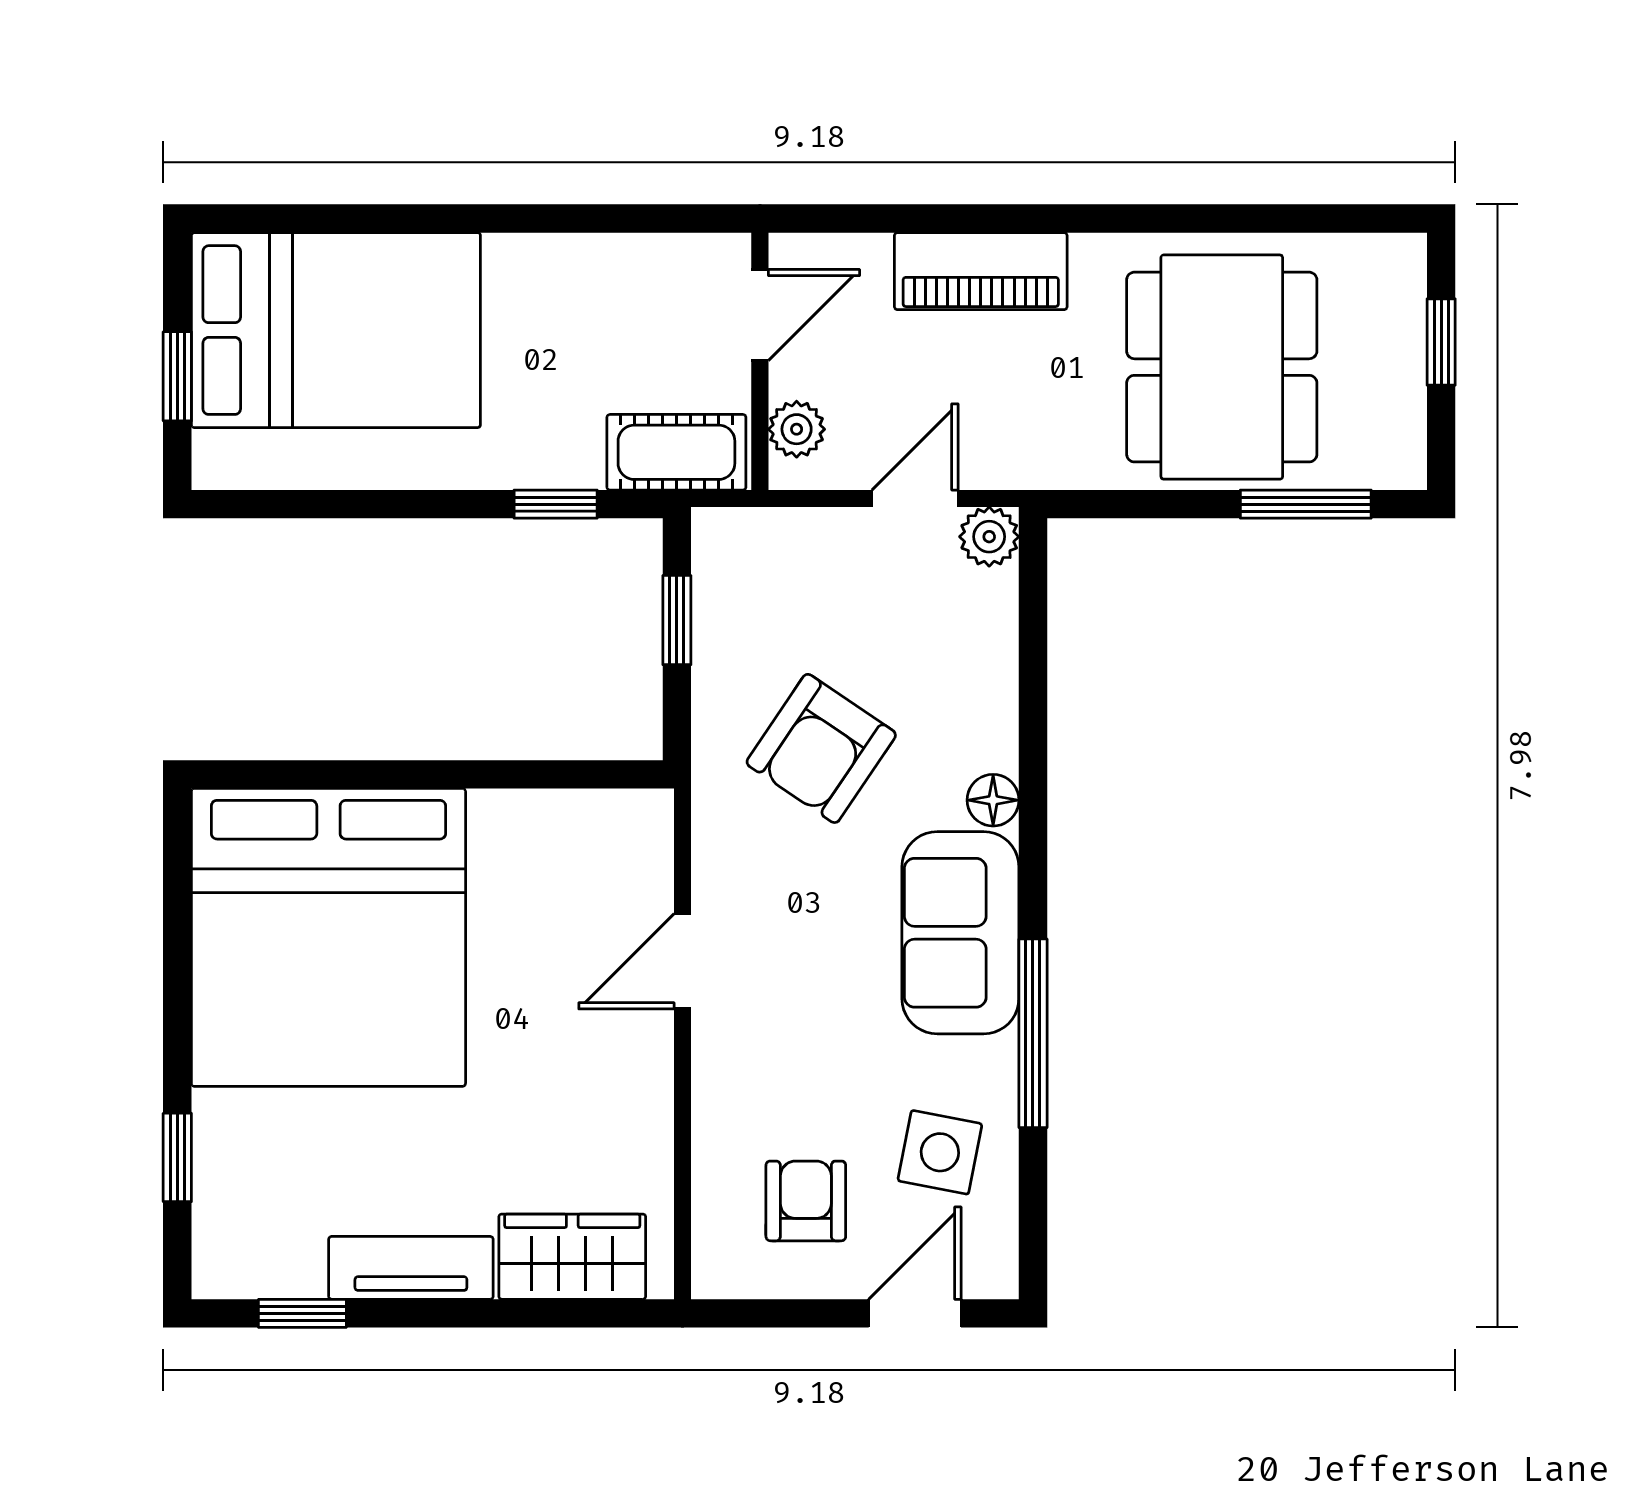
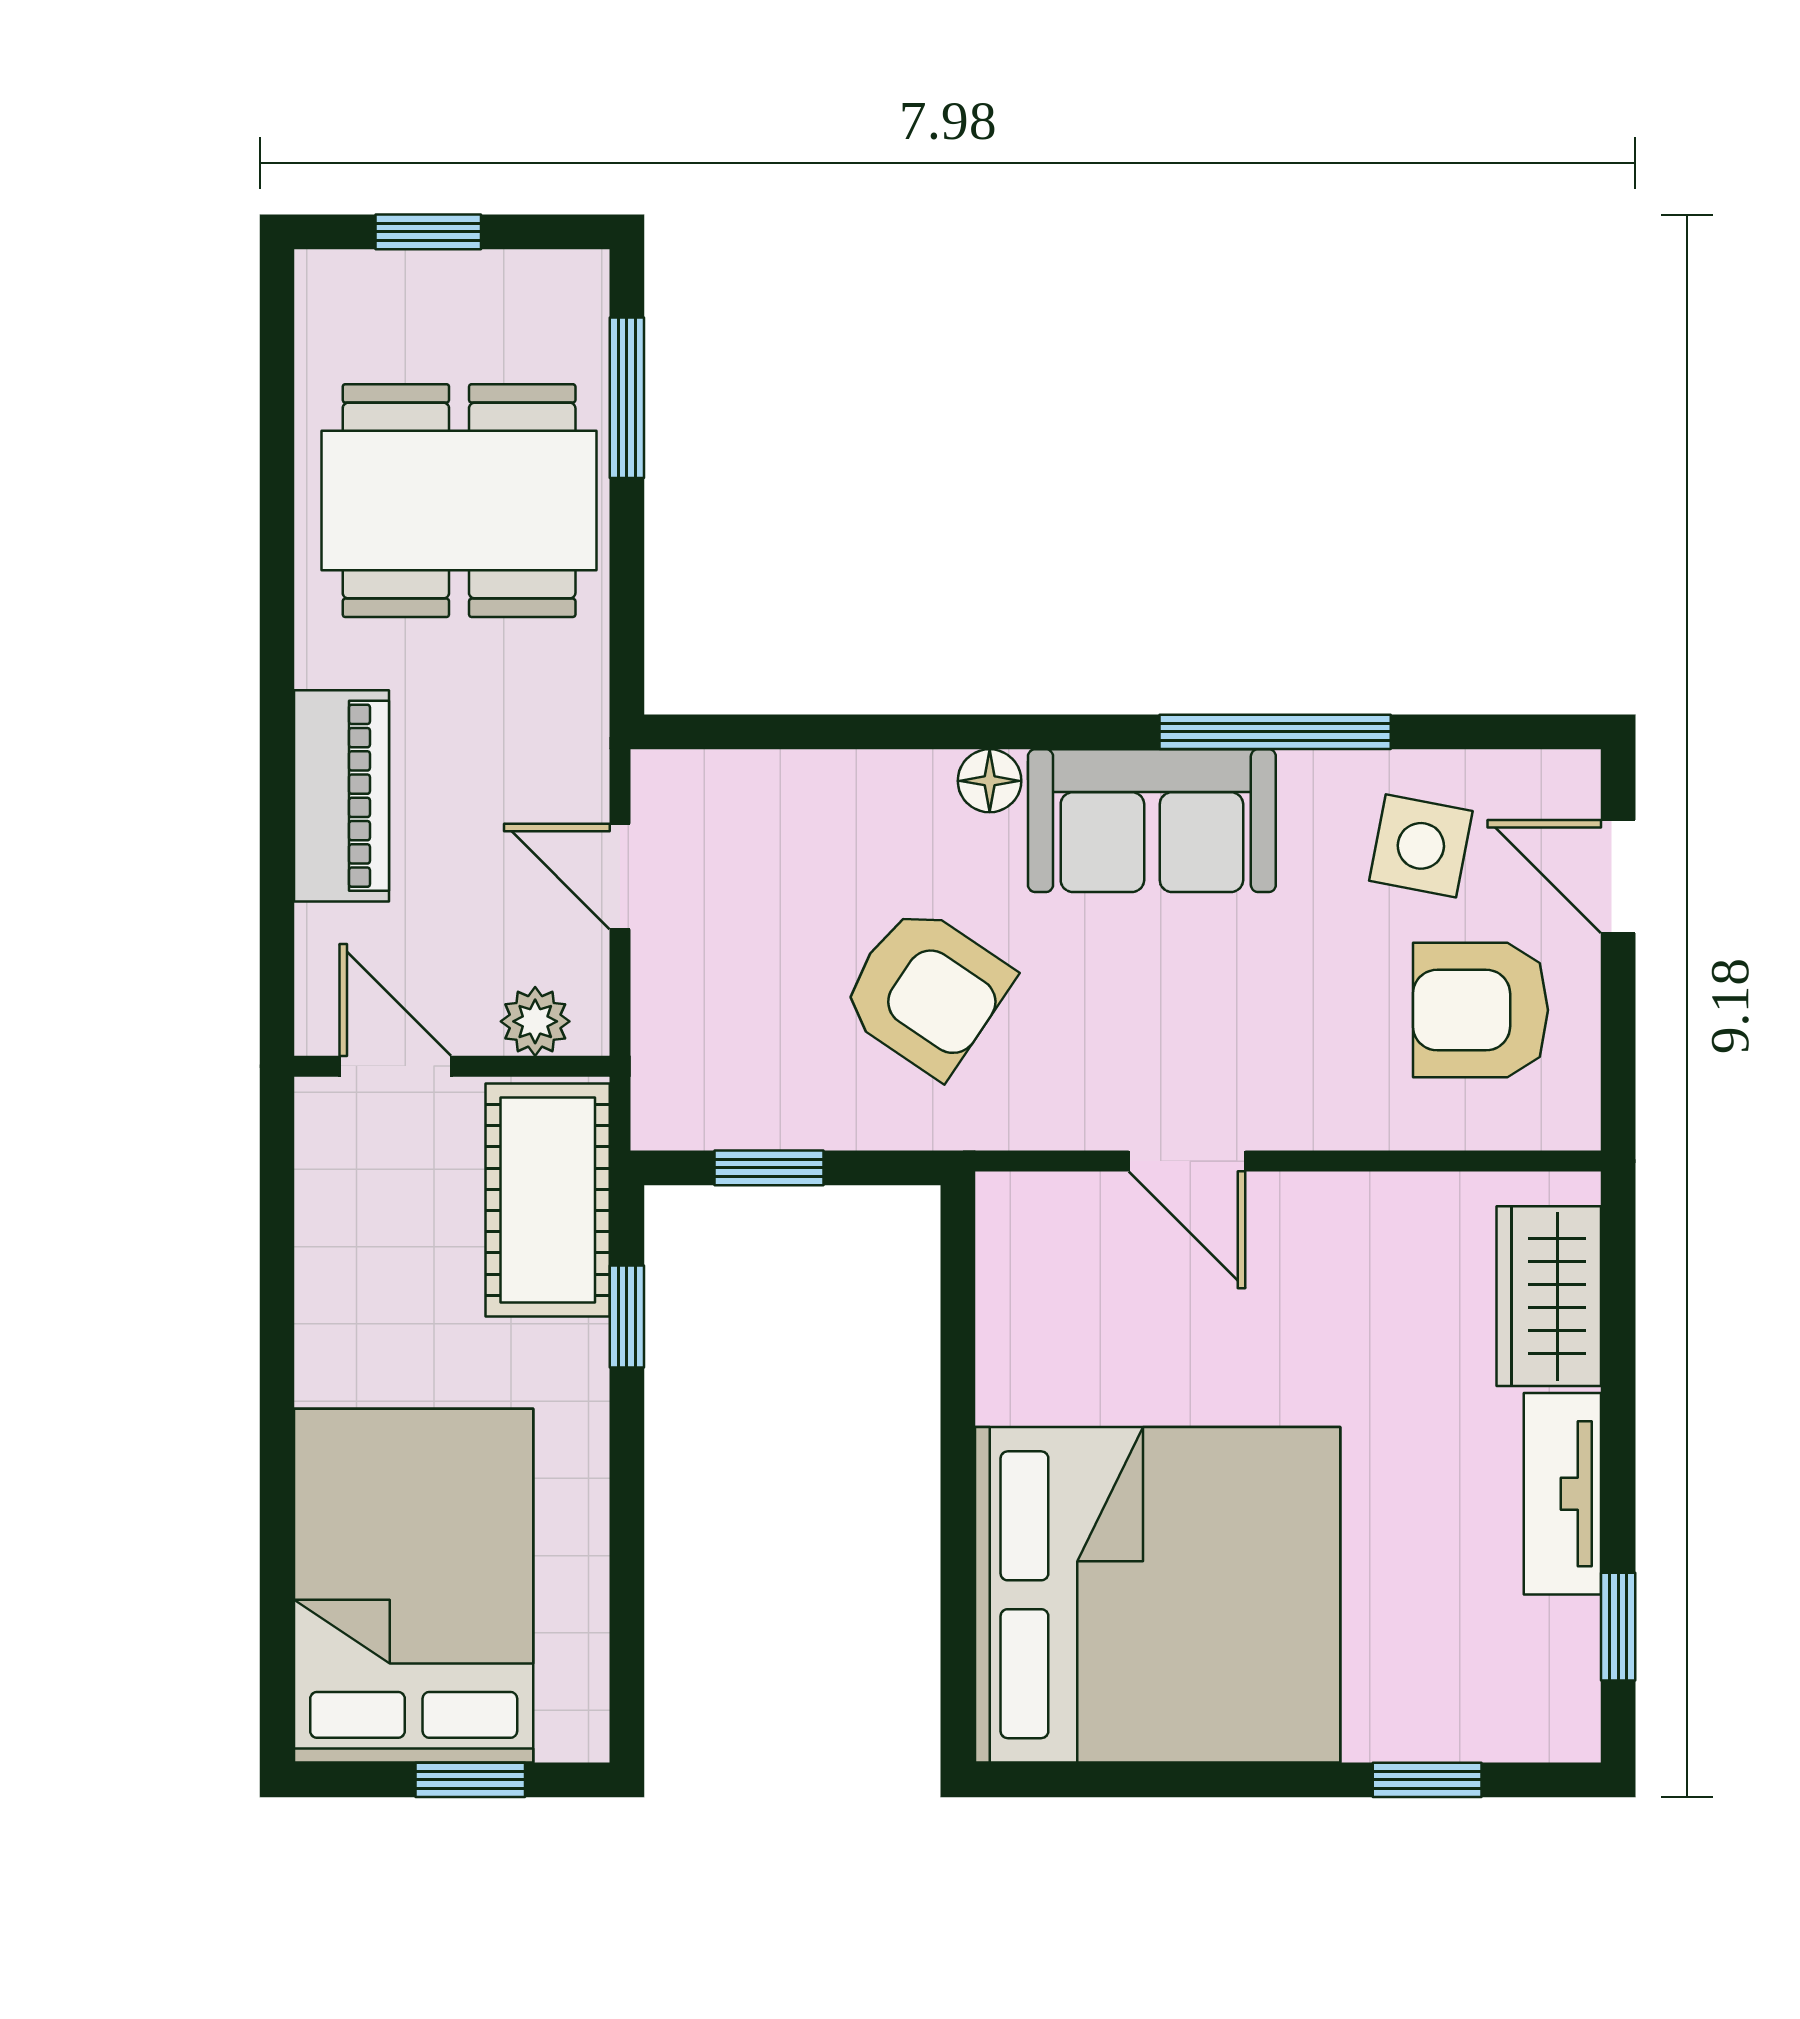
cot: (676, 452) -> (548, 1200), width x1.37, depth x1.34
plant: (989, 537) -> (667, 785), removed
armchair: (806, 1201) -> (1480, 1010), width x1.38, depth x1.38

